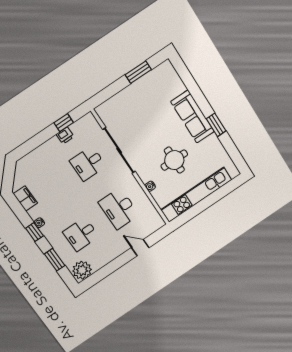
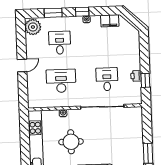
door: (140, 248) -> (22, 65), moved

